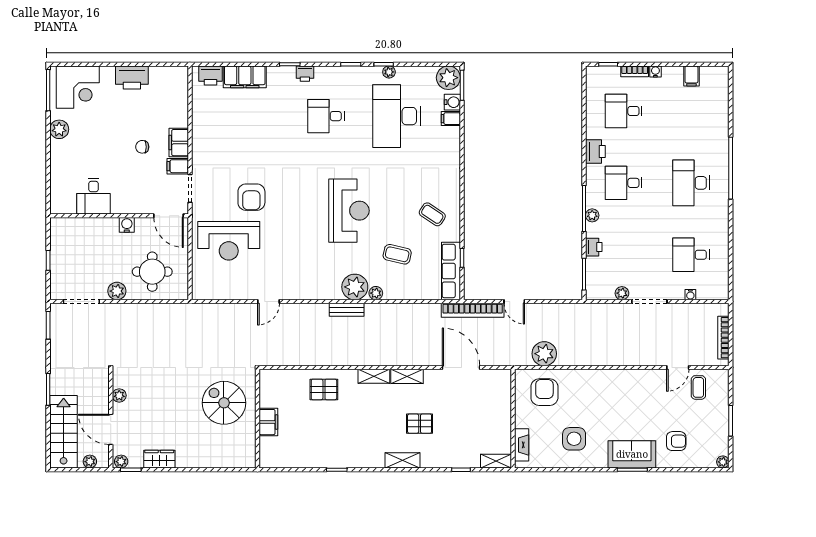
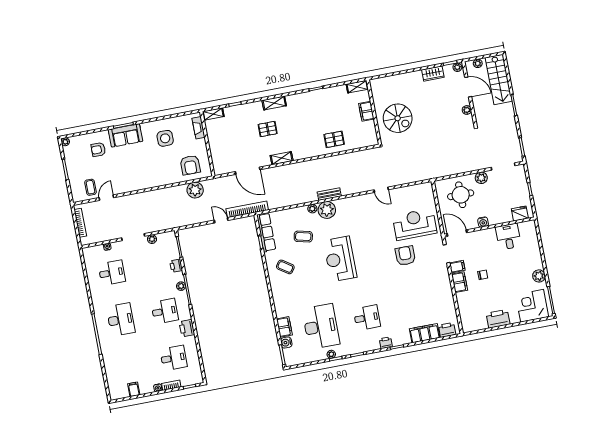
plant: (448, 78) -> (292, 358), removed
filing cabinet: (451, 119) -> (284, 327), width x2.00
fridge: (70, 227) -> (520, 214), added
door: (269, 302) -> (381, 190), swing flipped
shelving: (374, 376) -> (357, 87), moved

